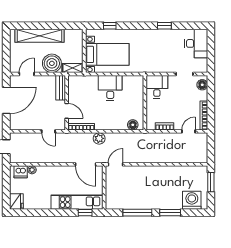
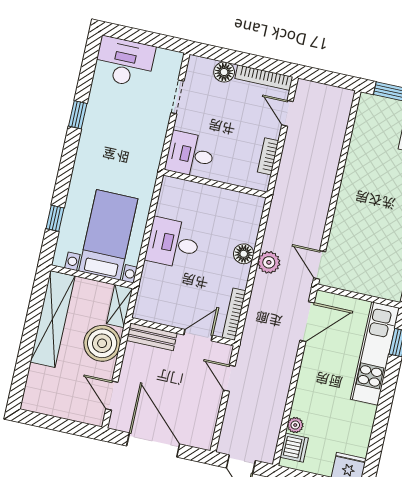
shelving: (40, 36) -> (53, 319), moved
floor lamp: (202, 85) -> (224, 72), moved
floor lamp: (133, 125) -> (244, 254), moved
door: (48, 131) -> (229, 378), swing flipped
plant: (99, 138) -> (269, 262), moved

